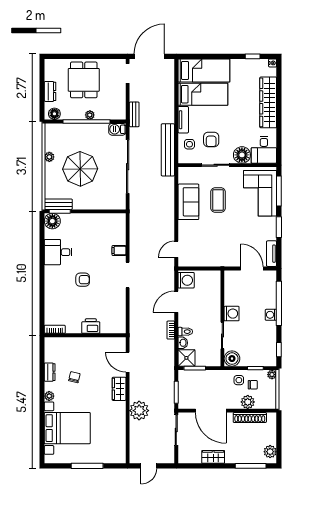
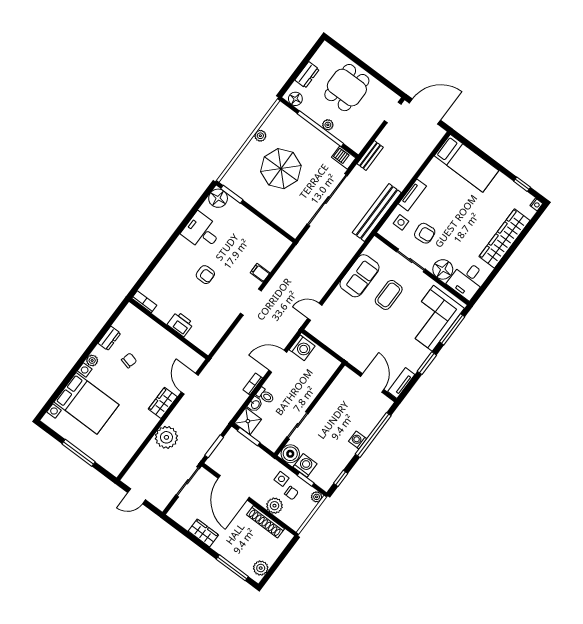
bed: (203, 94) -> (449, 185), removed
armchair: (211, 140) -> (425, 233), turned -96
bench: (58, 204) -> (236, 187), removed
washing machine: (232, 314) -> (305, 465), moved, turned -90

